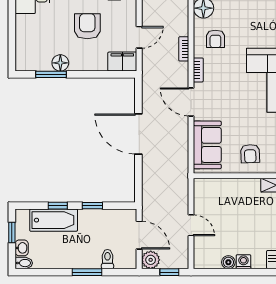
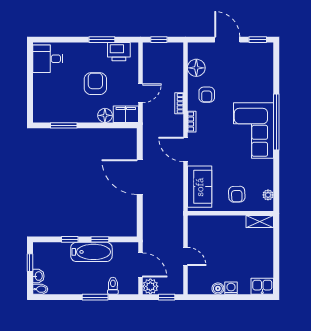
floor lamp: (60, 63) -> (105, 115), moved
bathtub: (54, 220) -> (91, 252), moved

